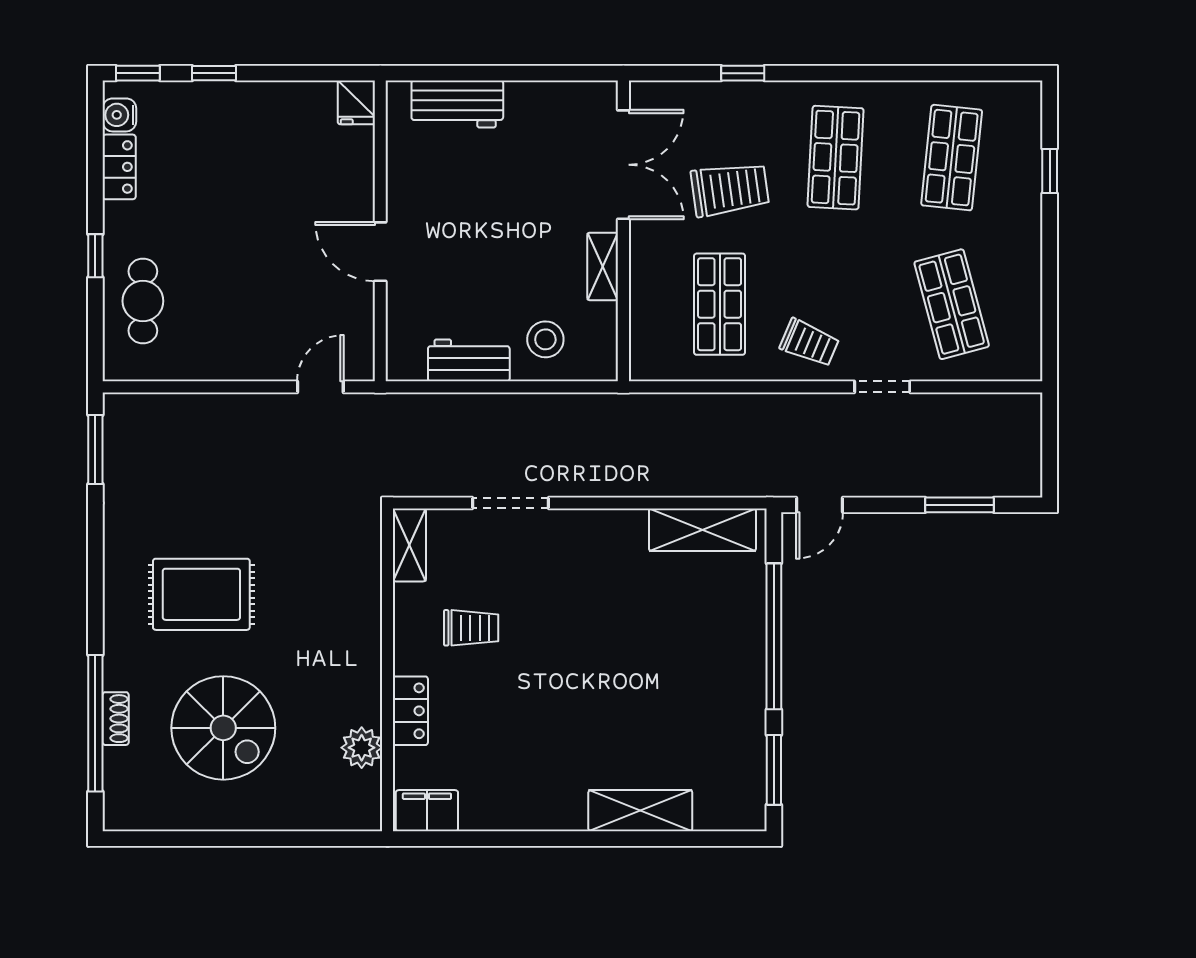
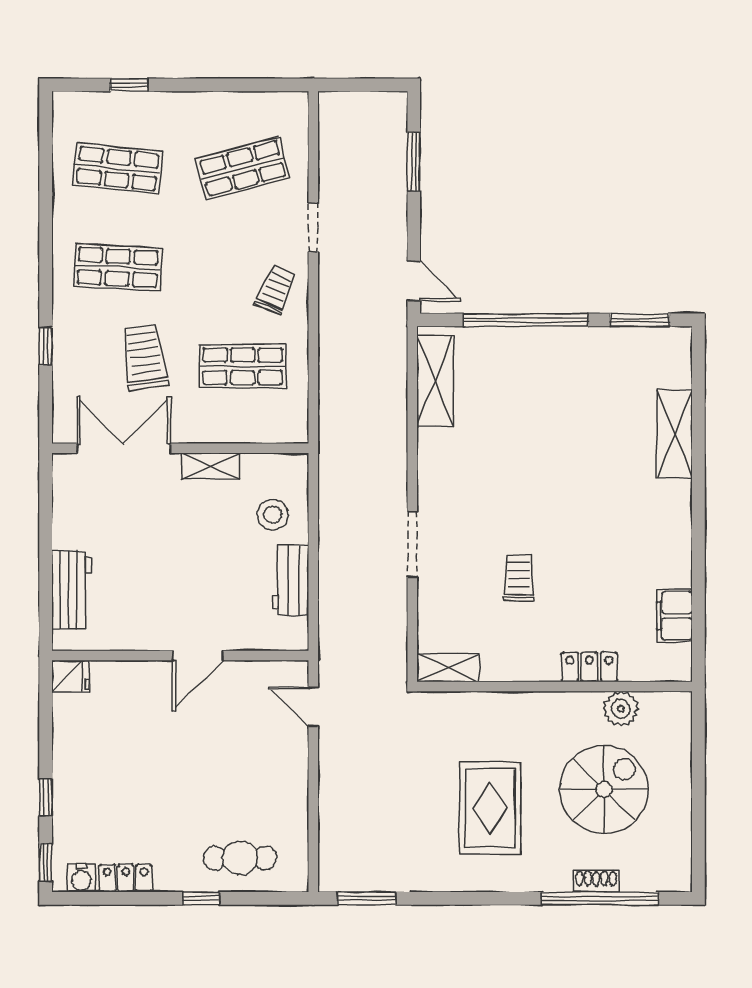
shelving: (409, 545) -> (448, 668), moved
wall: (388, 670) -> (554, 687), moved
locker: (410, 711) -> (589, 667), moved
plant: (362, 748) -> (621, 709), moved

